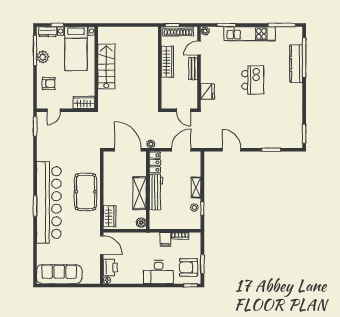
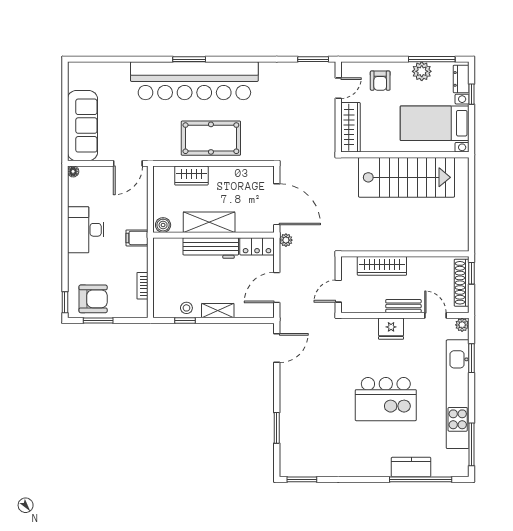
kitchen unit: (250, 34) -> (458, 394), width x1.36
wardrobe: (167, 62) -> (382, 266), moved
kitchen counter: (296, 64) -> (411, 467), width x0.67
stairs: (106, 67) -> (407, 177), width x1.36, depth x1.51
kitchen island: (253, 80) -> (386, 399), width x1.37, depth x1.28
fridge: (208, 91) -> (391, 329), moved
wardrobe: (84, 103) -> (350, 127), width x1.50
door: (54, 110) -> (338, 88), swing flipped
door: (128, 150) -> (277, 204), hinge flipped
door: (181, 150) -> (277, 287), swing flipped
door: (232, 150) -> (277, 348), moved
wardrobe: (110, 216) -> (191, 176), moved
filing cabinet: (165, 239) -> (137, 238), moved
printer: (110, 267) -> (93, 177), removed
armchair: (188, 267) -> (93, 299), turned 90
desk: (159, 272) -> (86, 230), moved
sofa: (59, 274) -> (82, 126), moved

